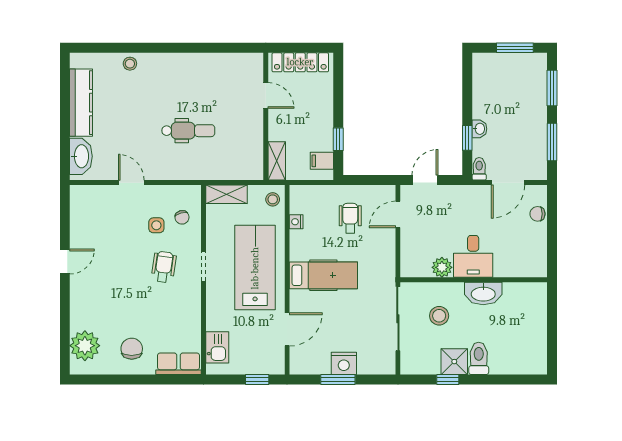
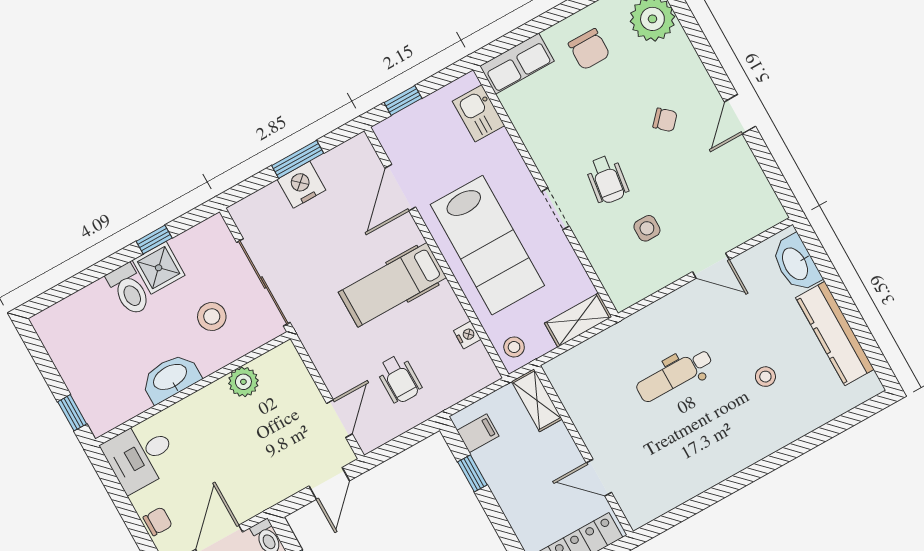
stool: (130, 64) -> (765, 377), moved
chair: (182, 217) -> (665, 120), moved, turned 147
desk: (473, 256) -> (140, 456), moved, turned -90
window: (552, 305) -> (72, 413), added

